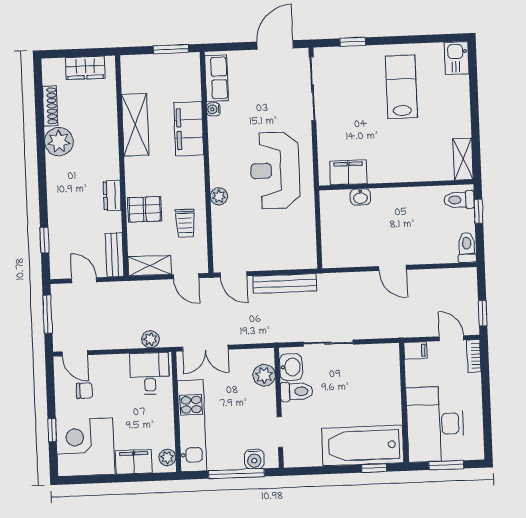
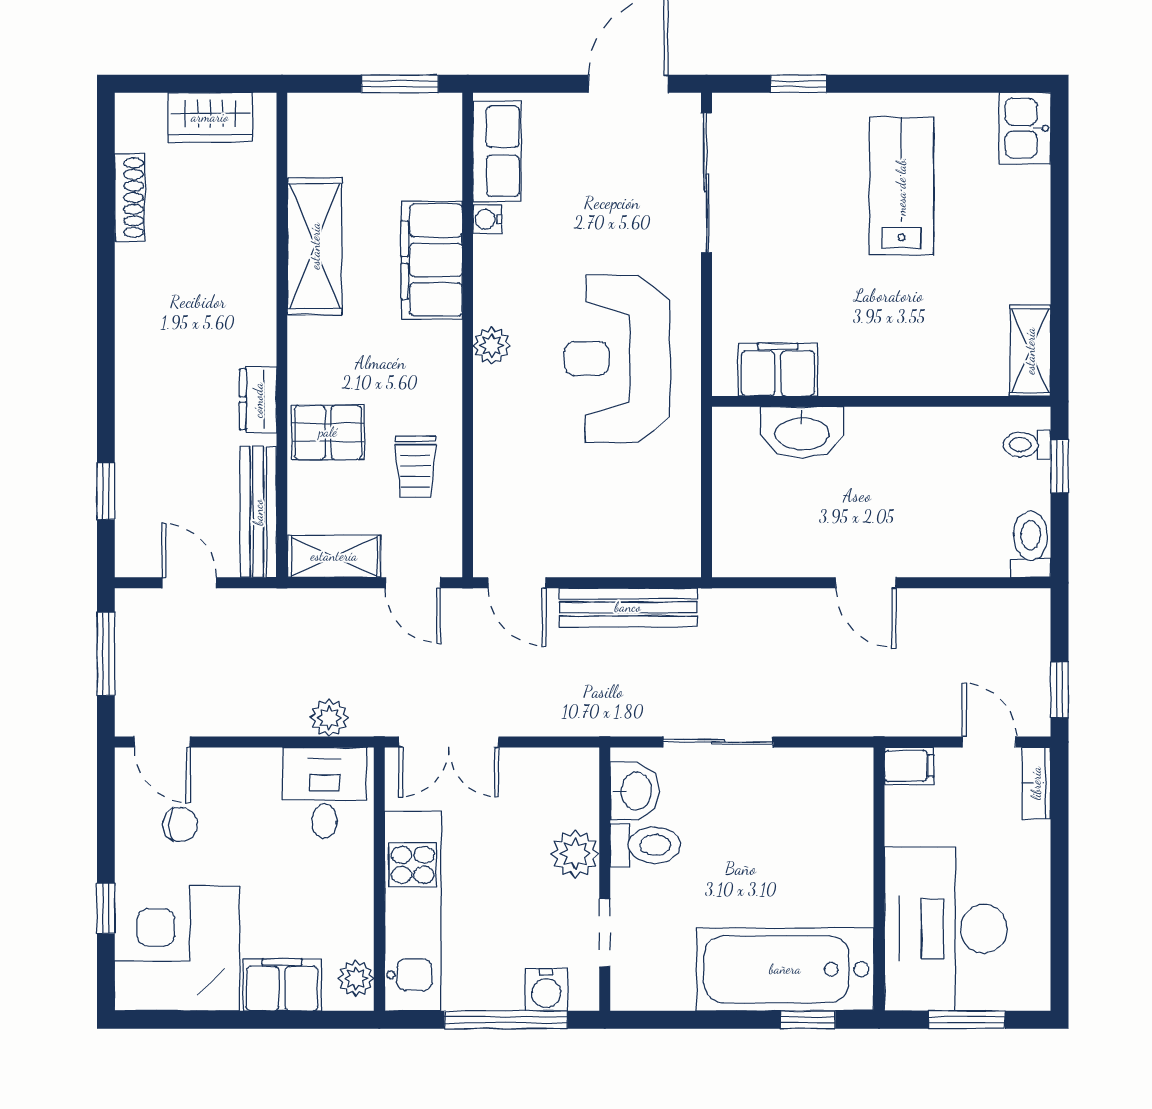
plant: (59, 142) -> (146, 276), removed
plant: (219, 196) -> (492, 346), moved
washbasin: (360, 197) -> (802, 432), width x1.91, depth x1.45
toilet: (459, 200) -> (1027, 445), width x0.73, depth x0.72
bench: (115, 255) -> (258, 512), width x1.36
plant: (264, 375) -> (575, 854), moved

